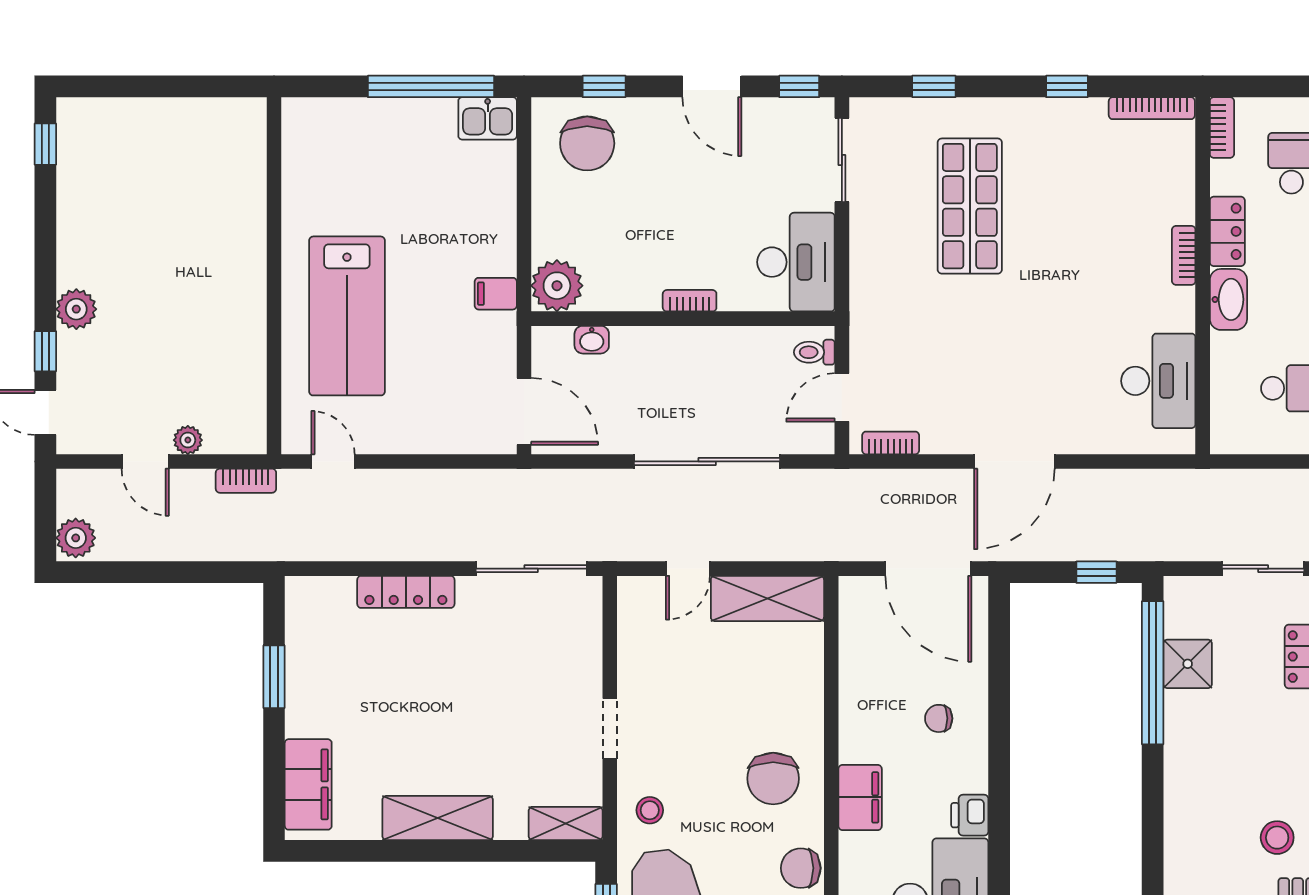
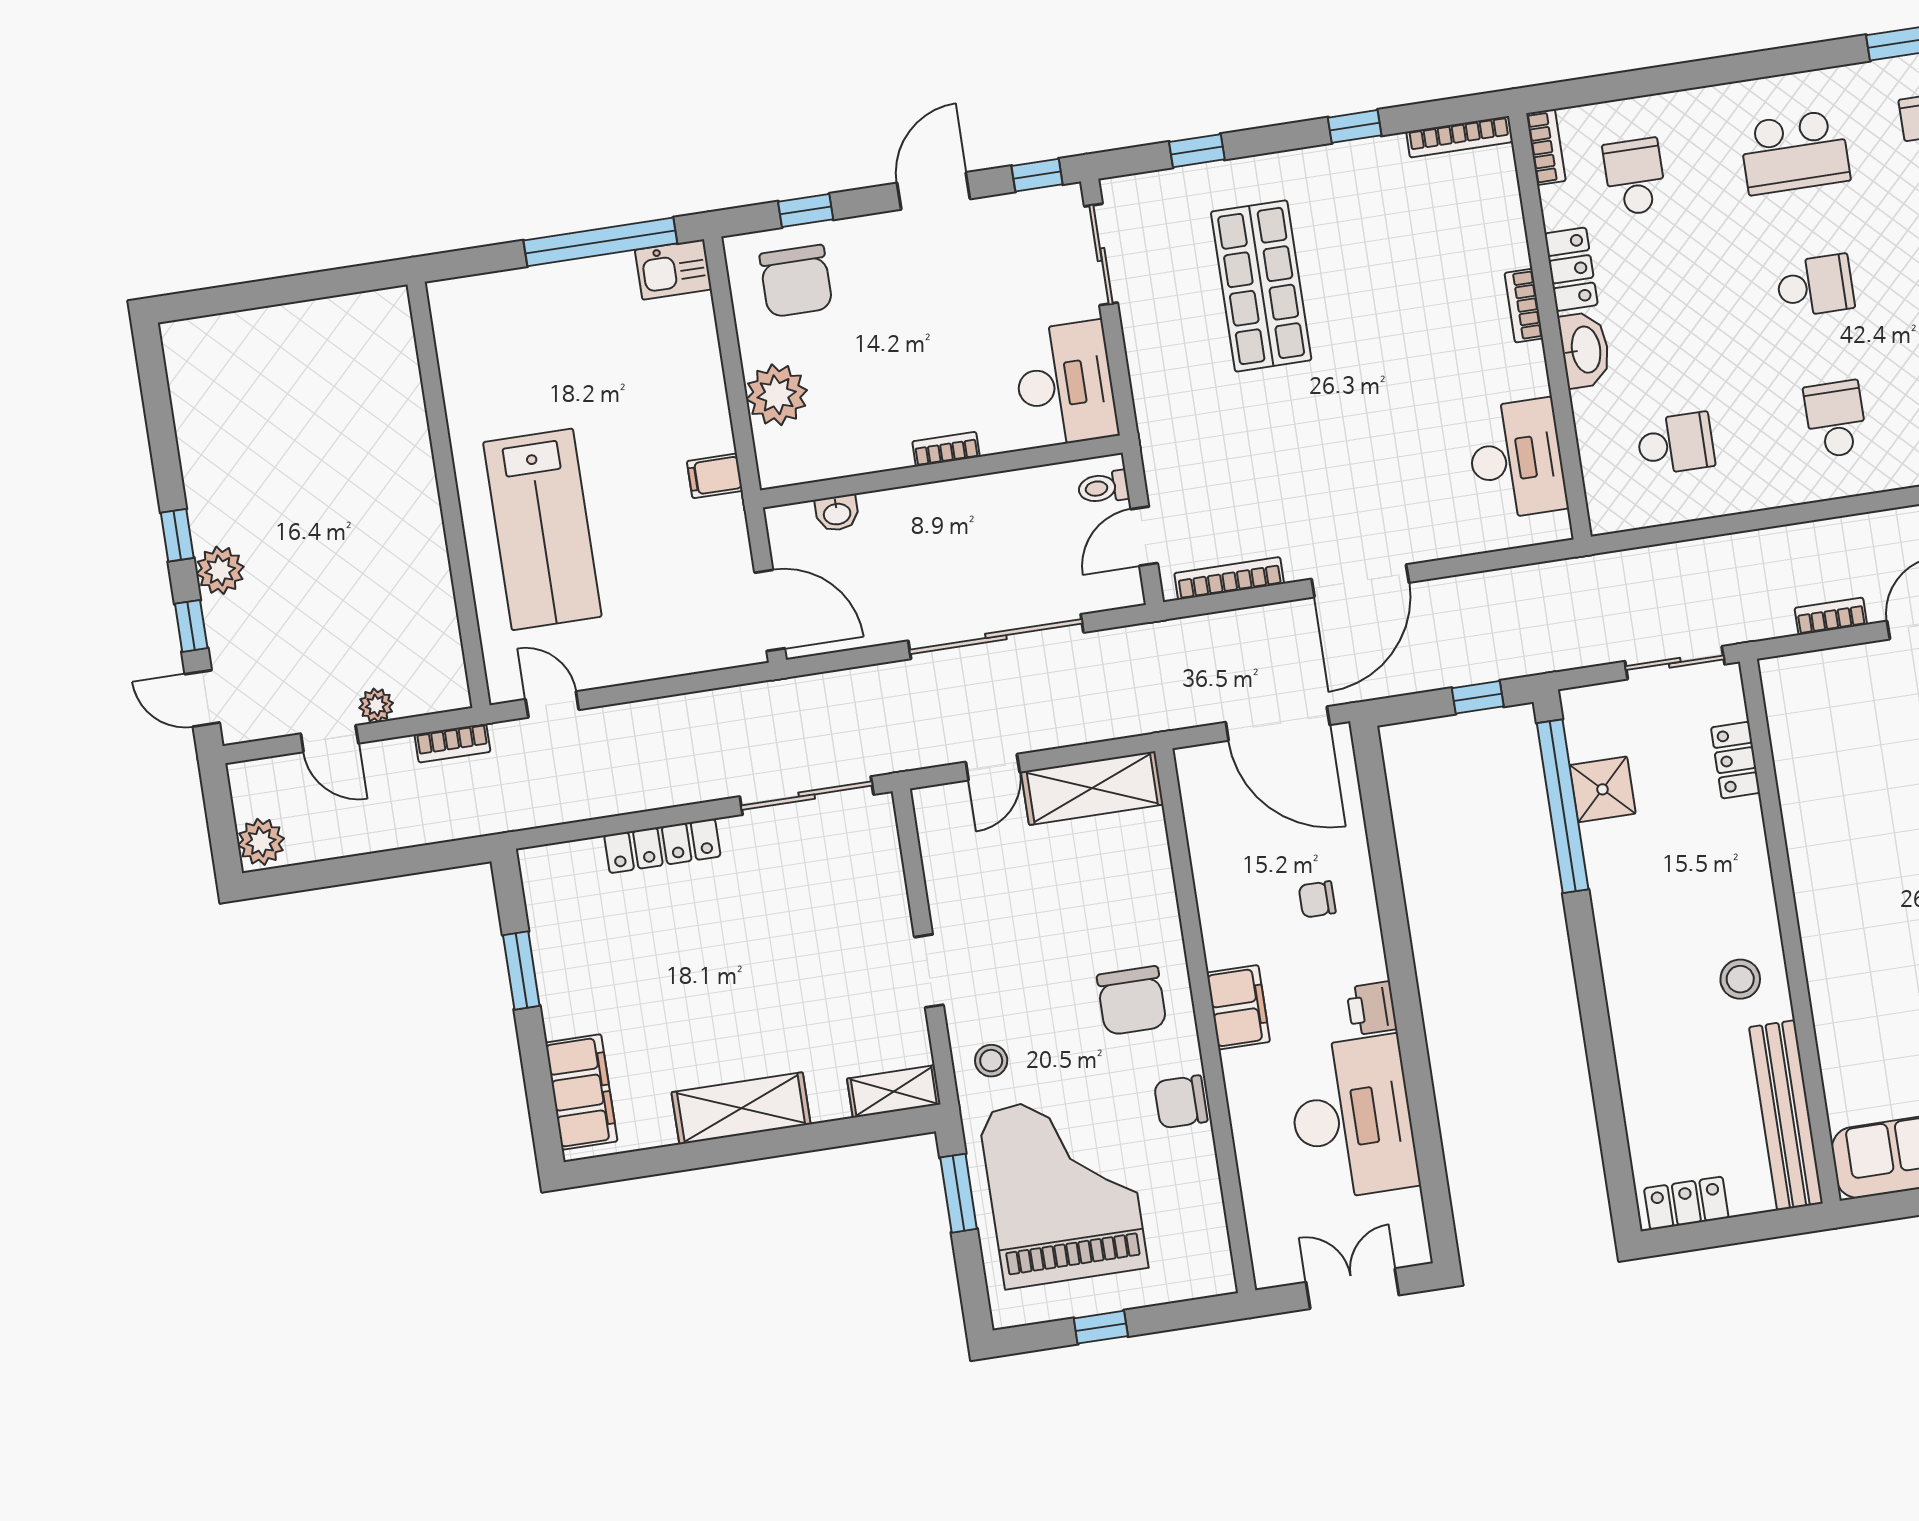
door: (712, 86) -> (934, 191), swing flipped
window: (45, 144) -> (177, 535), moved
plant: (557, 286) -> (777, 395), moved
bookcase: (891, 443) -> (1229, 578), width x1.56

